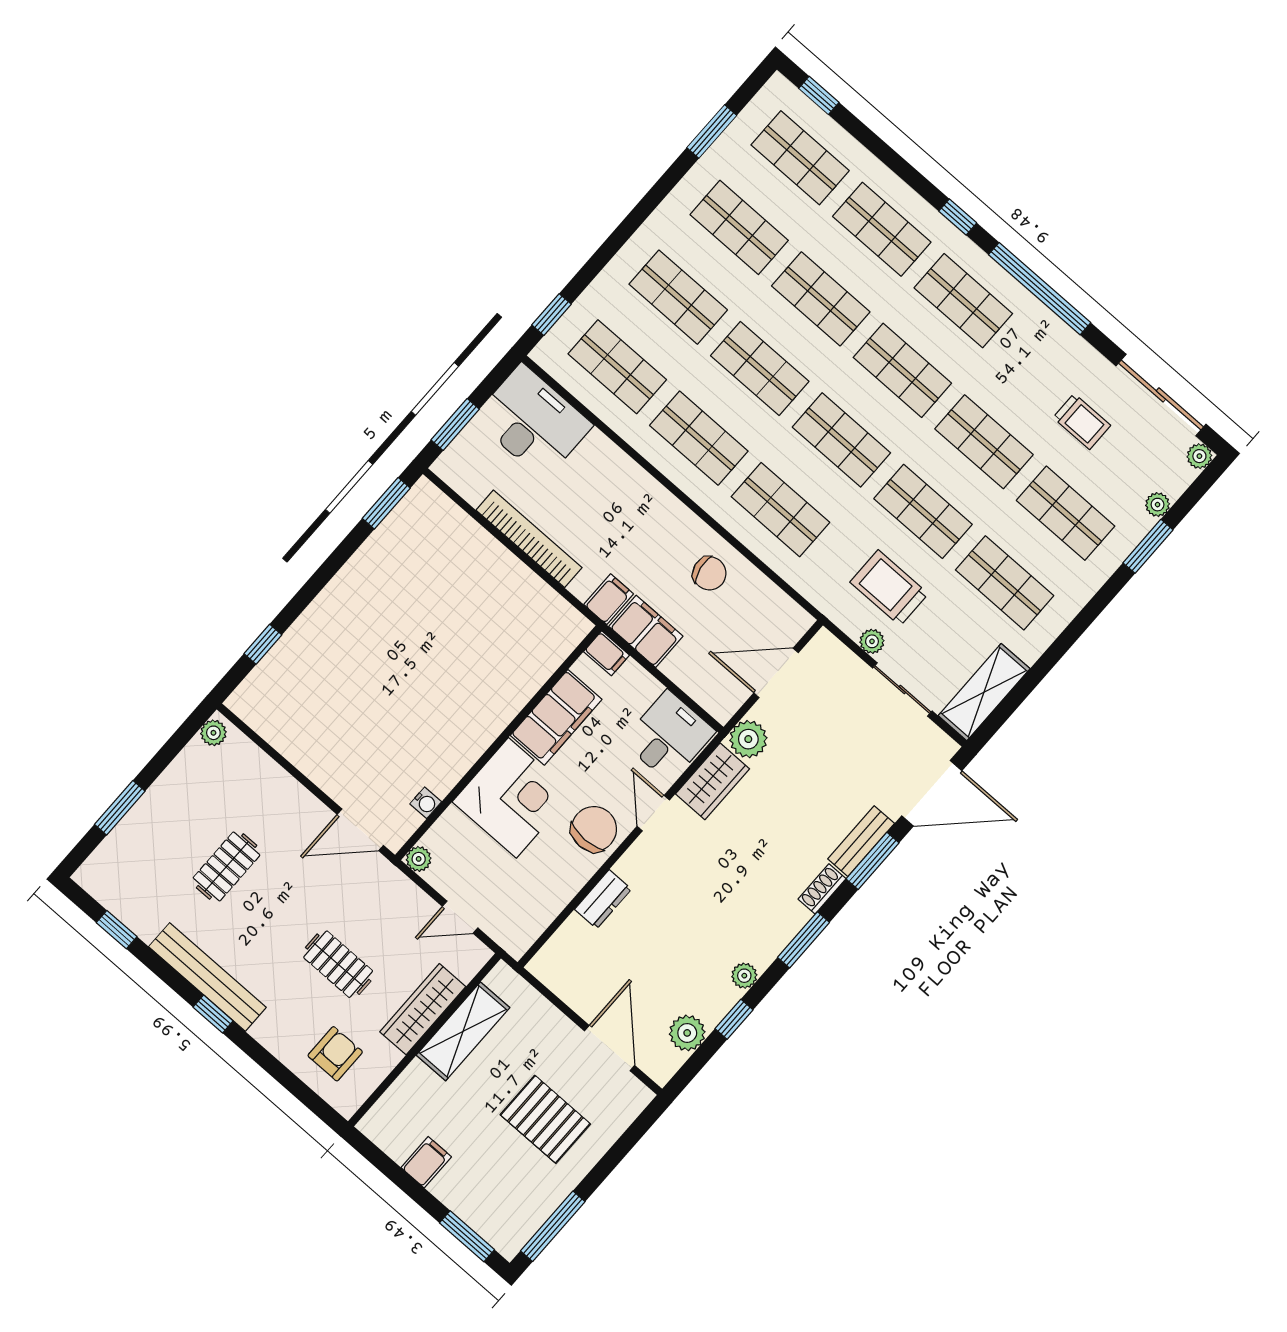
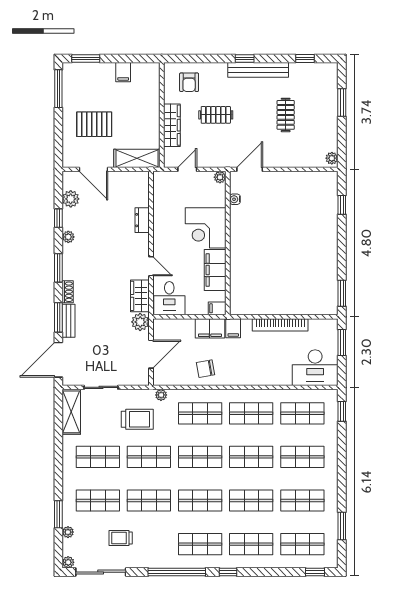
plant: (872, 641) -> (161, 395), moved
chair: (594, 829) -> (167, 242), removed
shelving: (463, 1031) -> (137, 158), moved, turned 90

